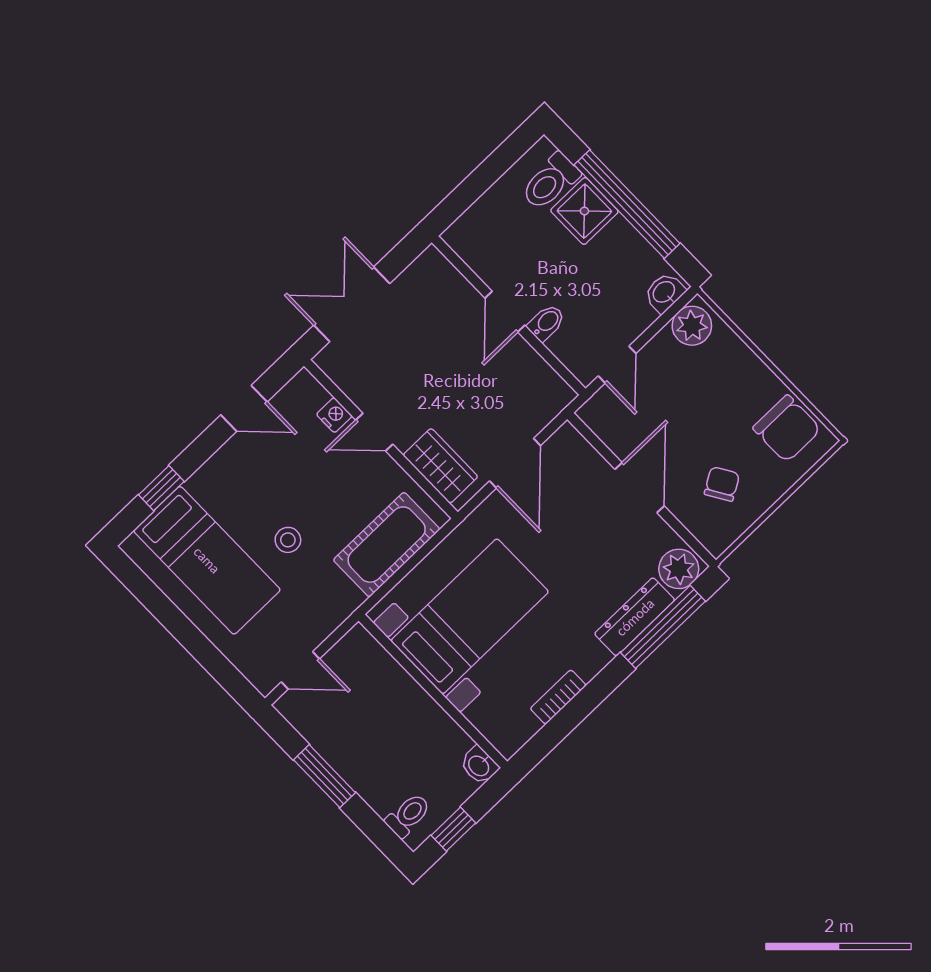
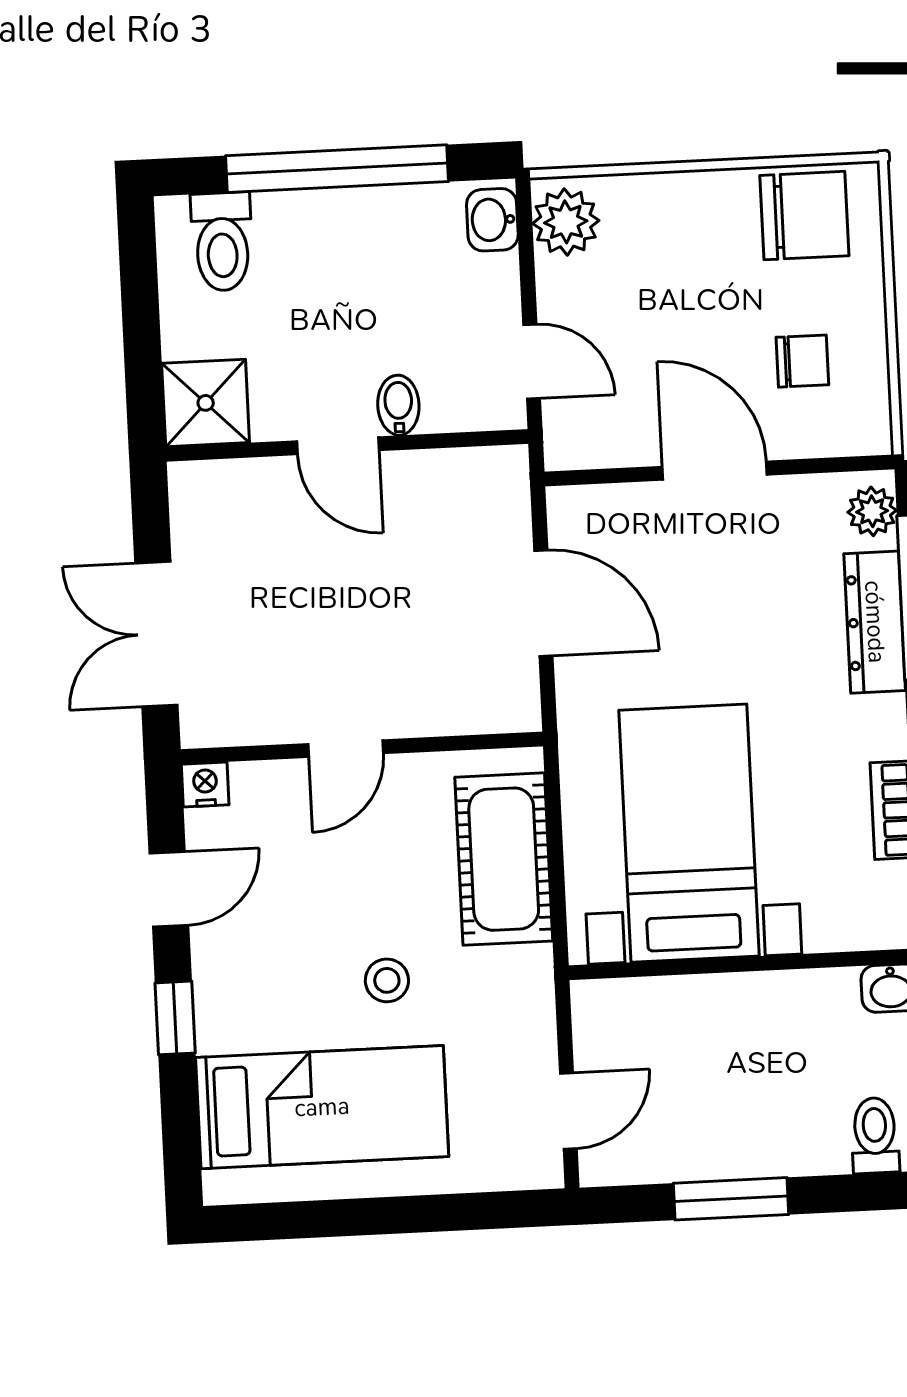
shower: (584, 211) -> (206, 403), moved
nightstand: (334, 415) -> (205, 784), moved
wardrobe: (440, 466) -> (463, 702), removed
chair: (722, 484) -> (802, 361), turned 121
window: (161, 488) -> (175, 1018), moved
plant: (679, 569) -> (872, 511), width x0.73, depth x0.73

